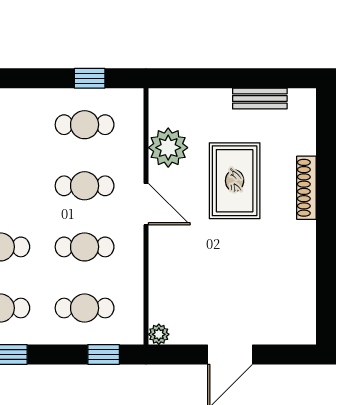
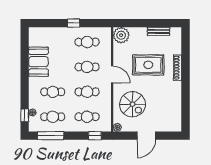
window: (90, 78) -> (73, 23), moved
plant: (168, 148) -> (121, 35), moved
rug: (235, 181) -> (148, 65), turned 90
spiral stairs: (196, 277) -> (132, 104), added

